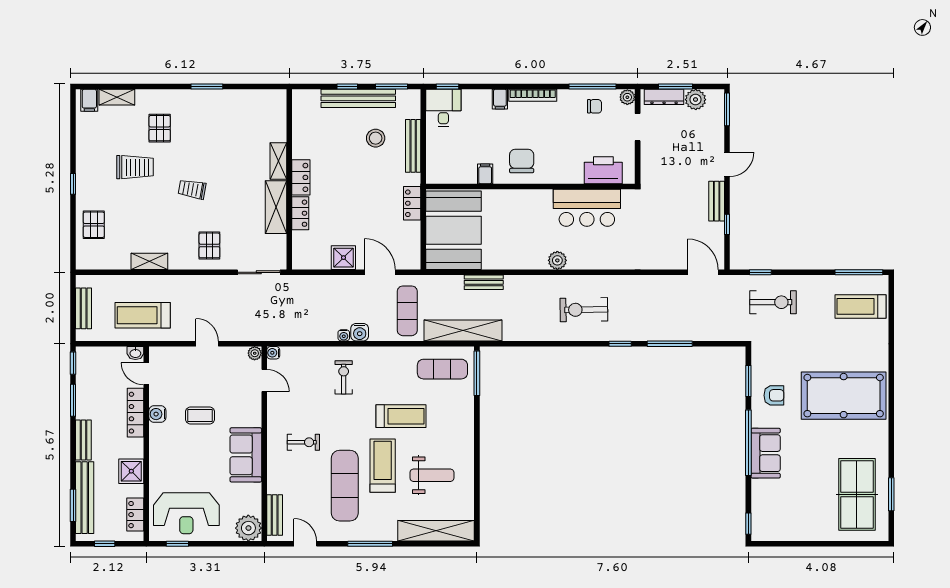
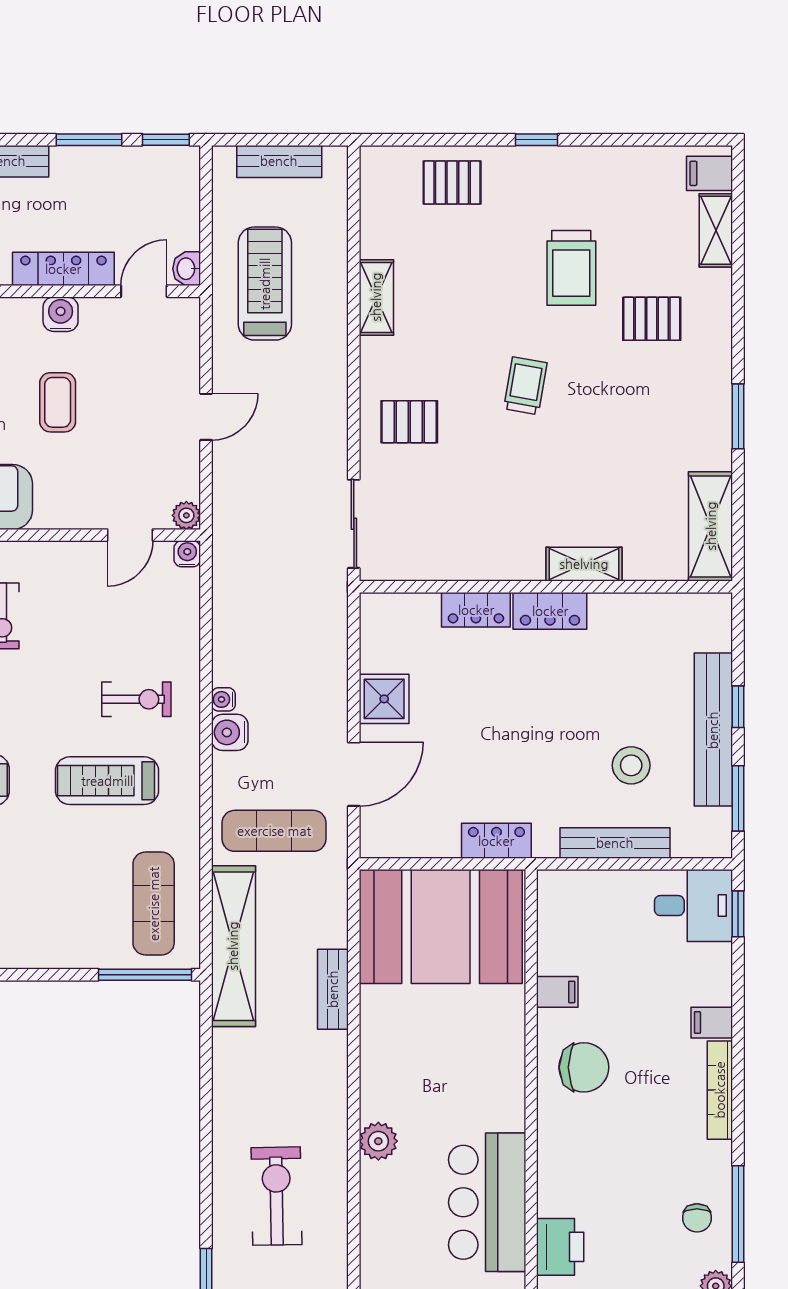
printer: (603, 170) -> (560, 1247), width x0.73, depth x0.84
shelving: (276, 207) -> (711, 526), moved, turned 90
treadmill: (401, 416) -> (107, 781), moved, turned 90

